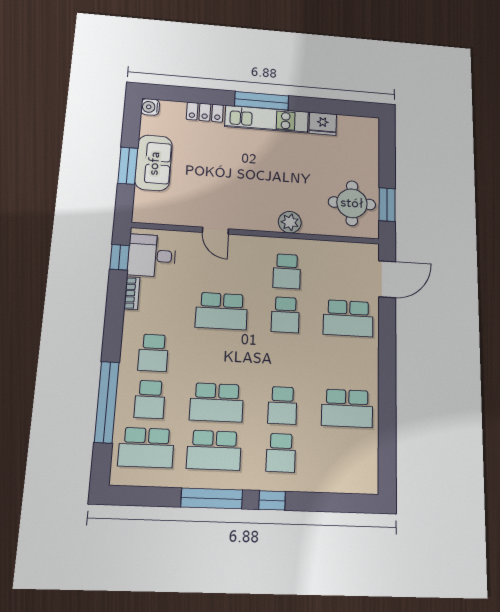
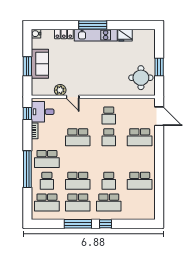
window: (387, 205) -> (159, 67), moved
plant: (290, 222) -> (60, 90), moved
door: (387, 279) -> (159, 116), hinge flipped
school desk: (153, 353) -> (47, 159), width x1.85
window: (107, 402) -> (27, 169), moved
school desk: (281, 453) -> (109, 202), width x1.85

